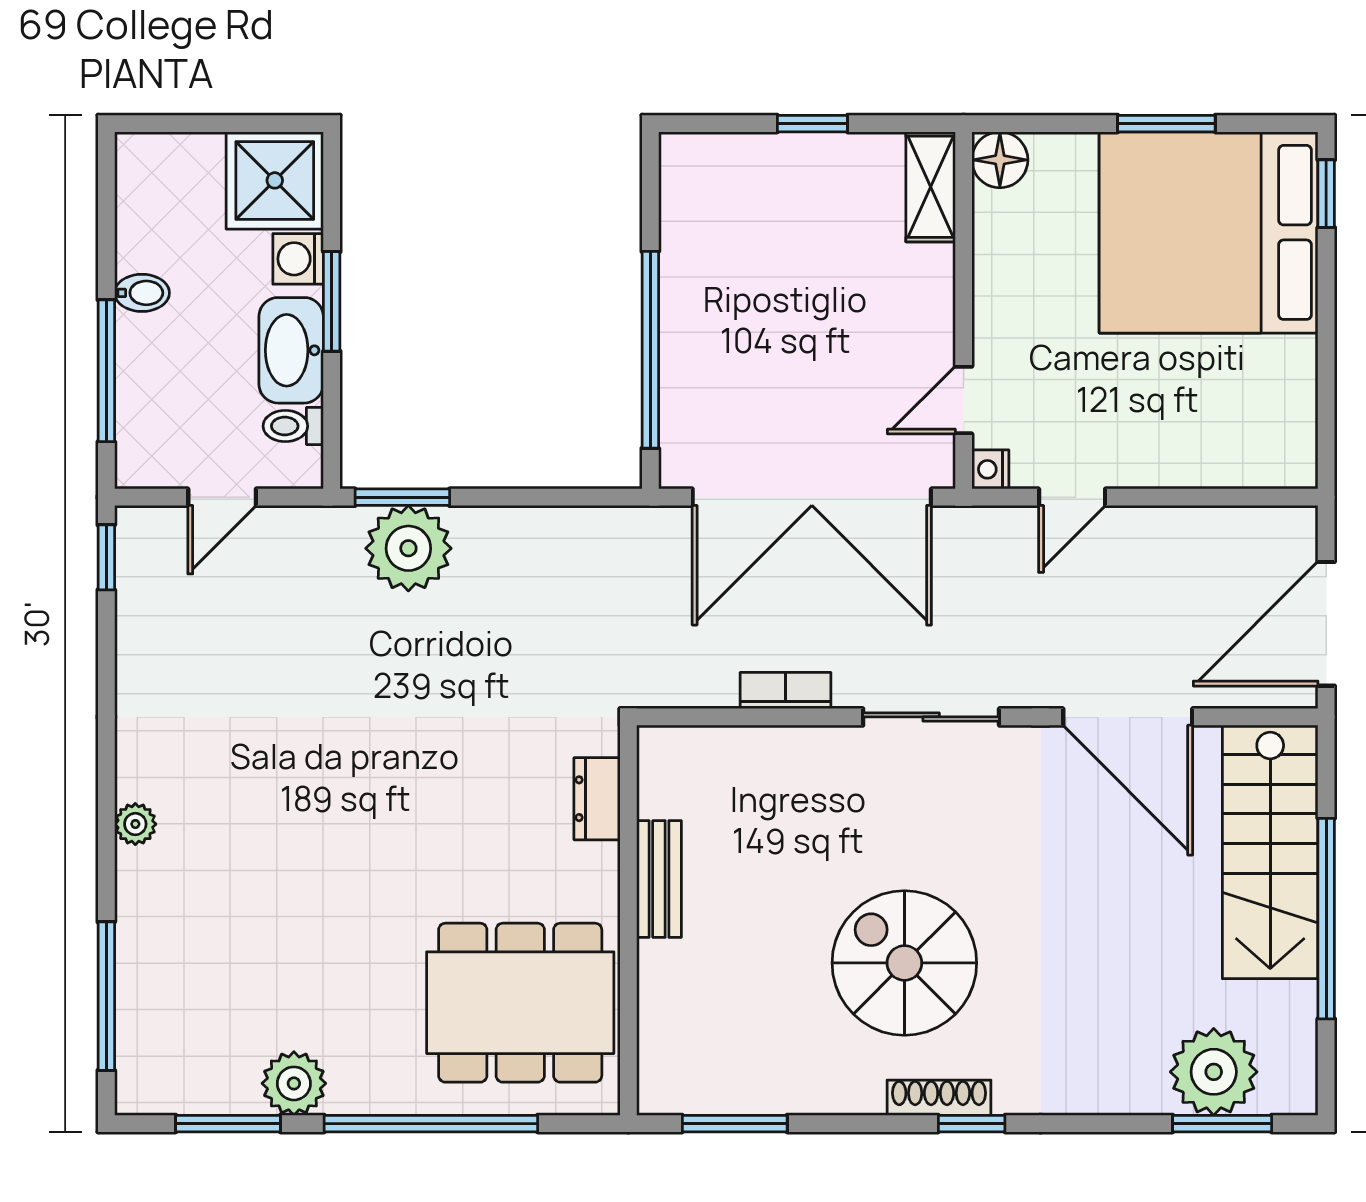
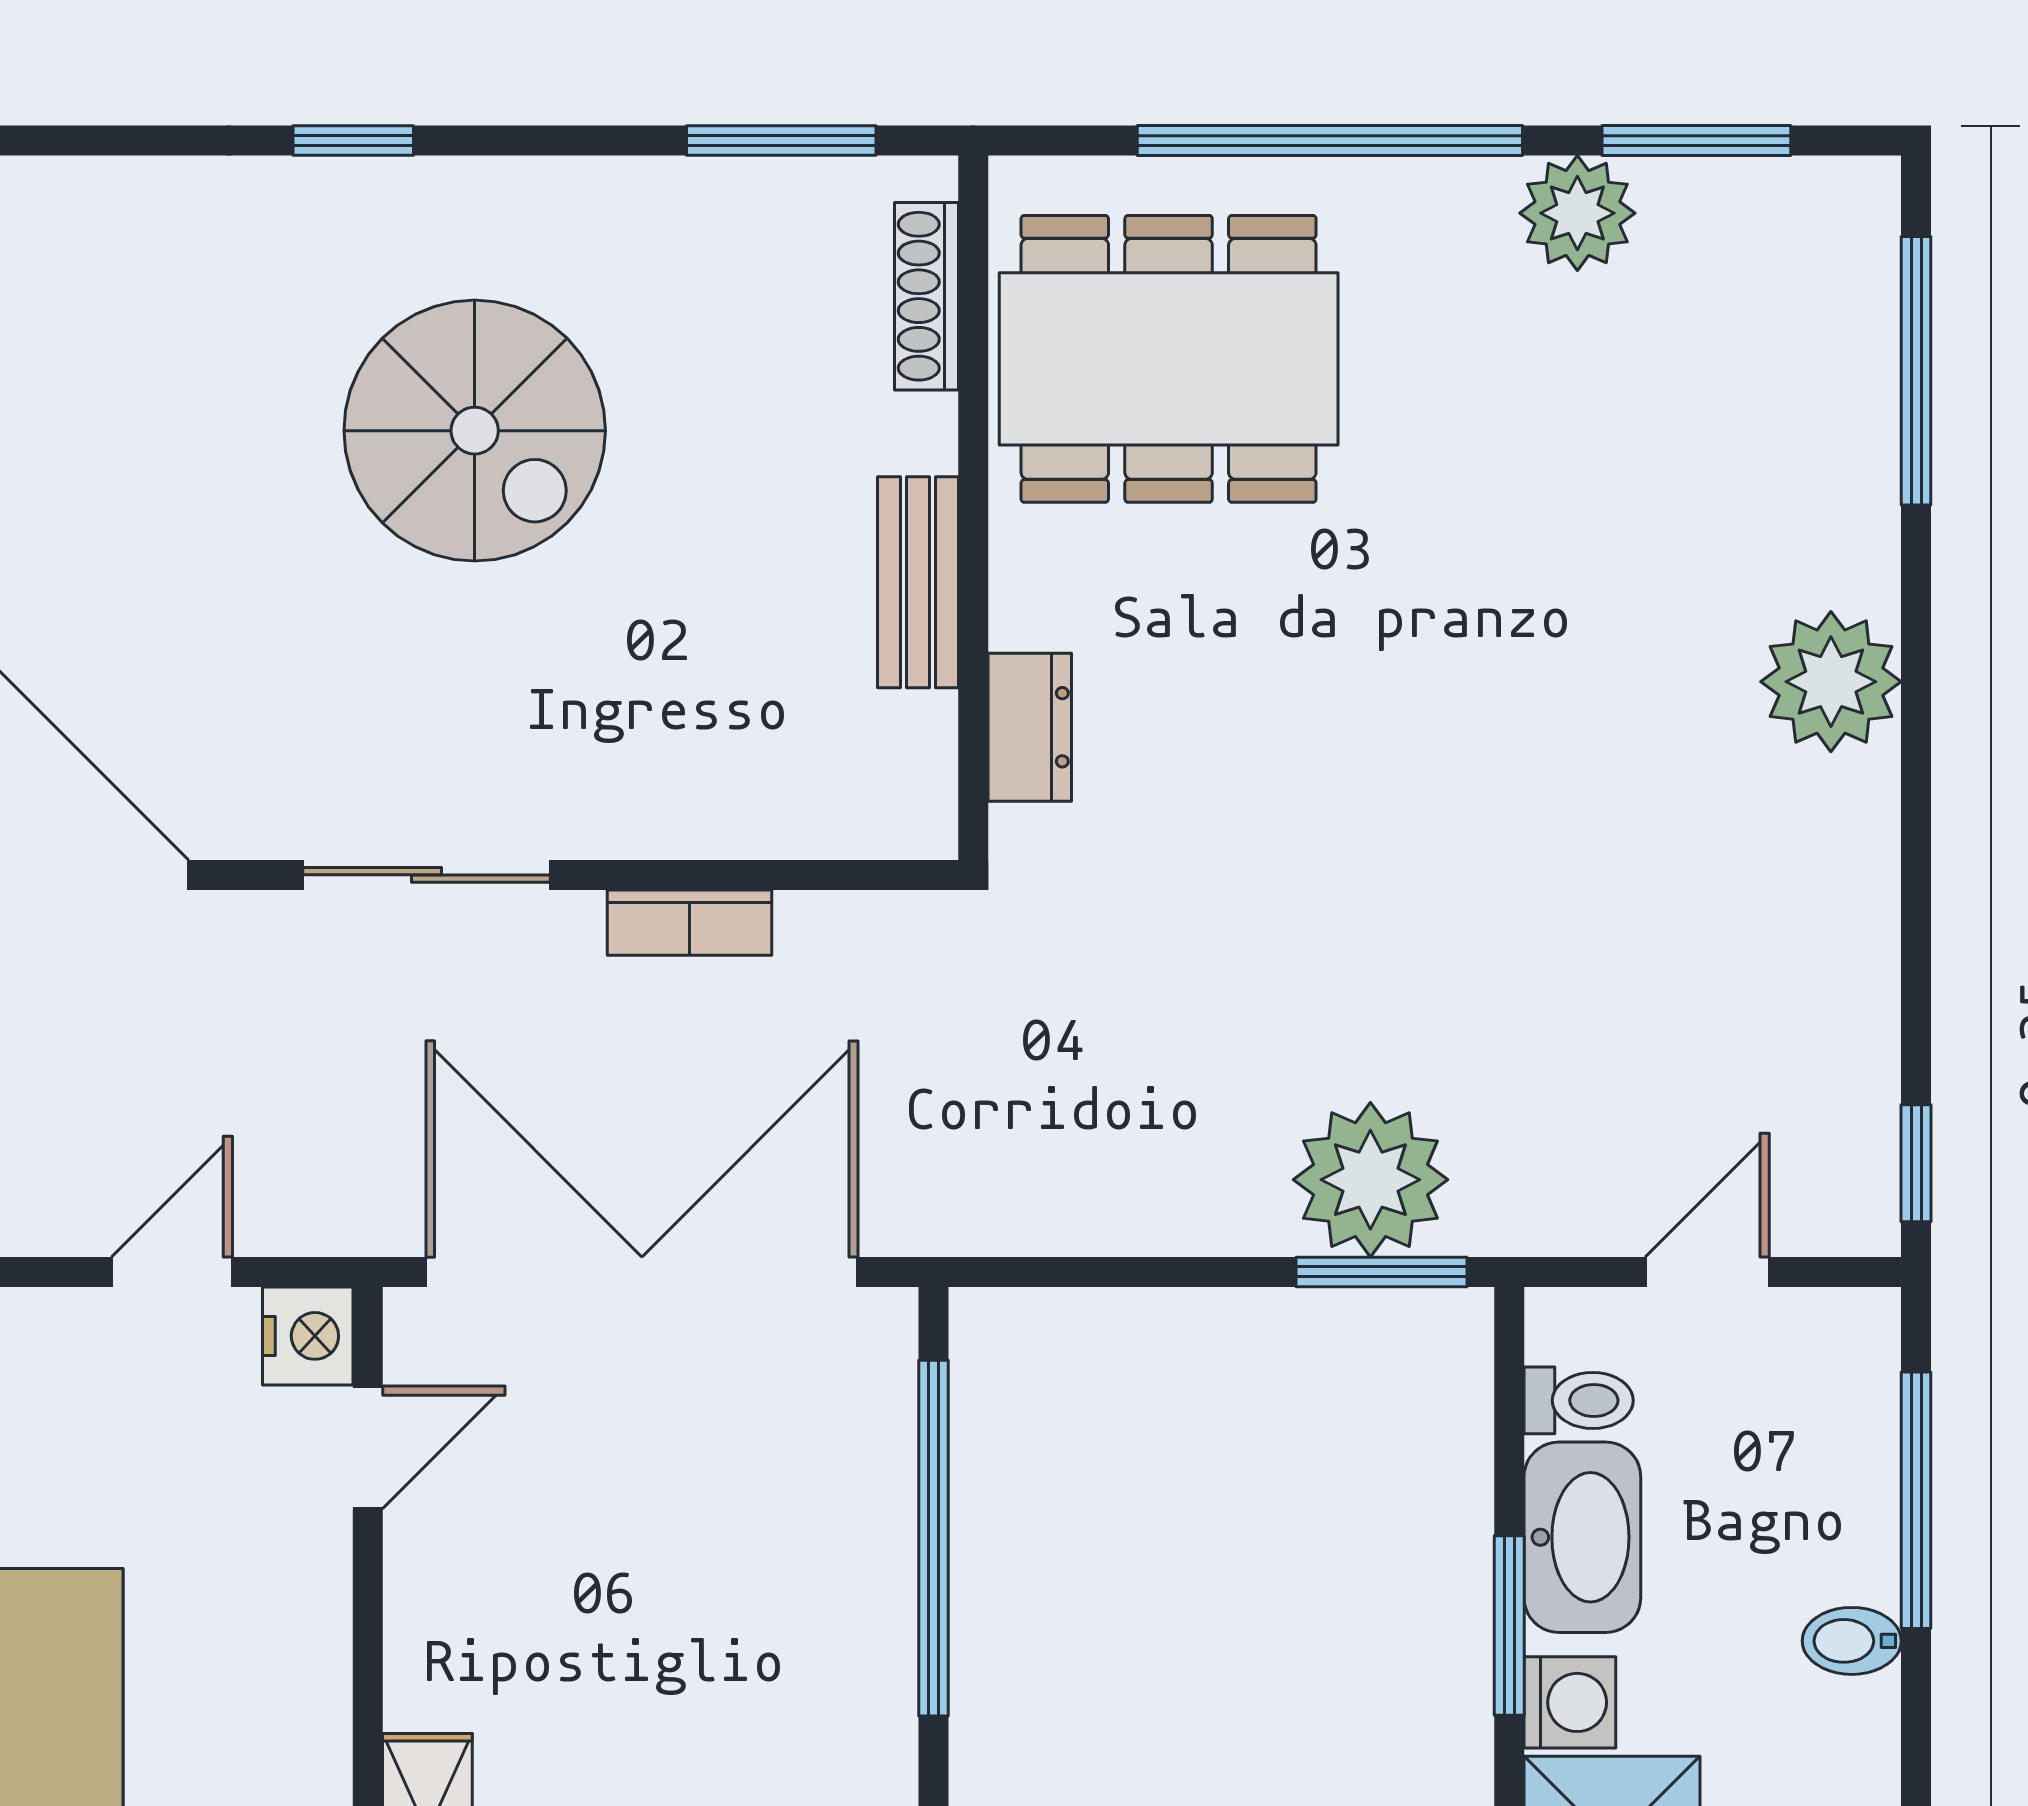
nightstand: (990, 469) -> (308, 1336), width x1.39, depth x1.35
plant: (135, 824) -> (1831, 682), width x1.88, depth x1.88
shoe rack: (939, 1098) -> (926, 296), moved, turned 90

